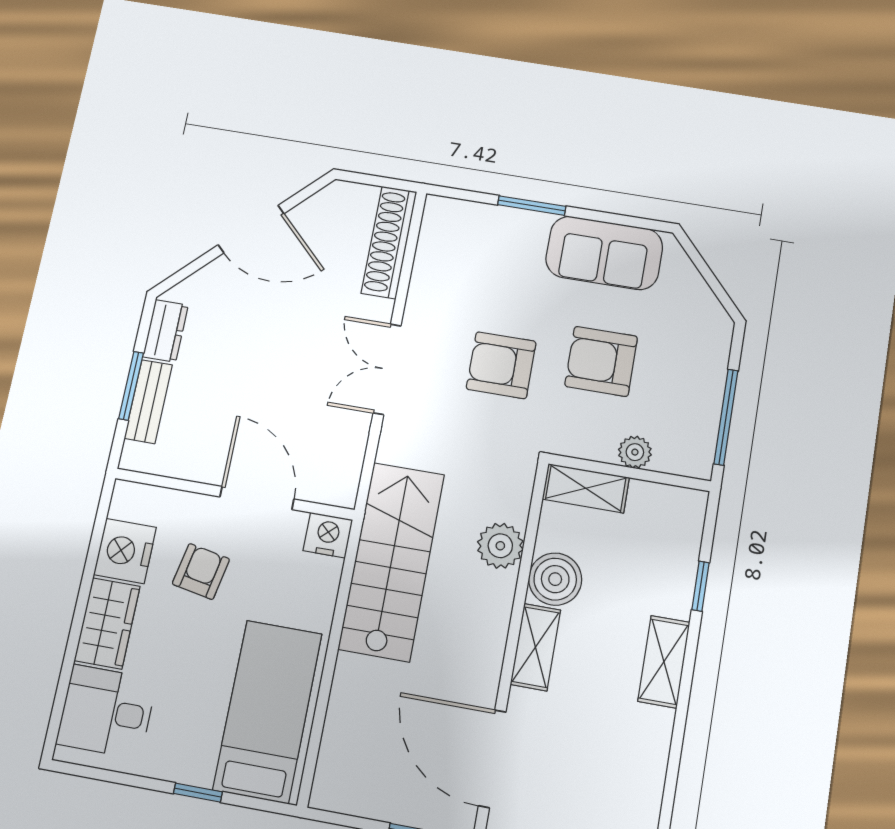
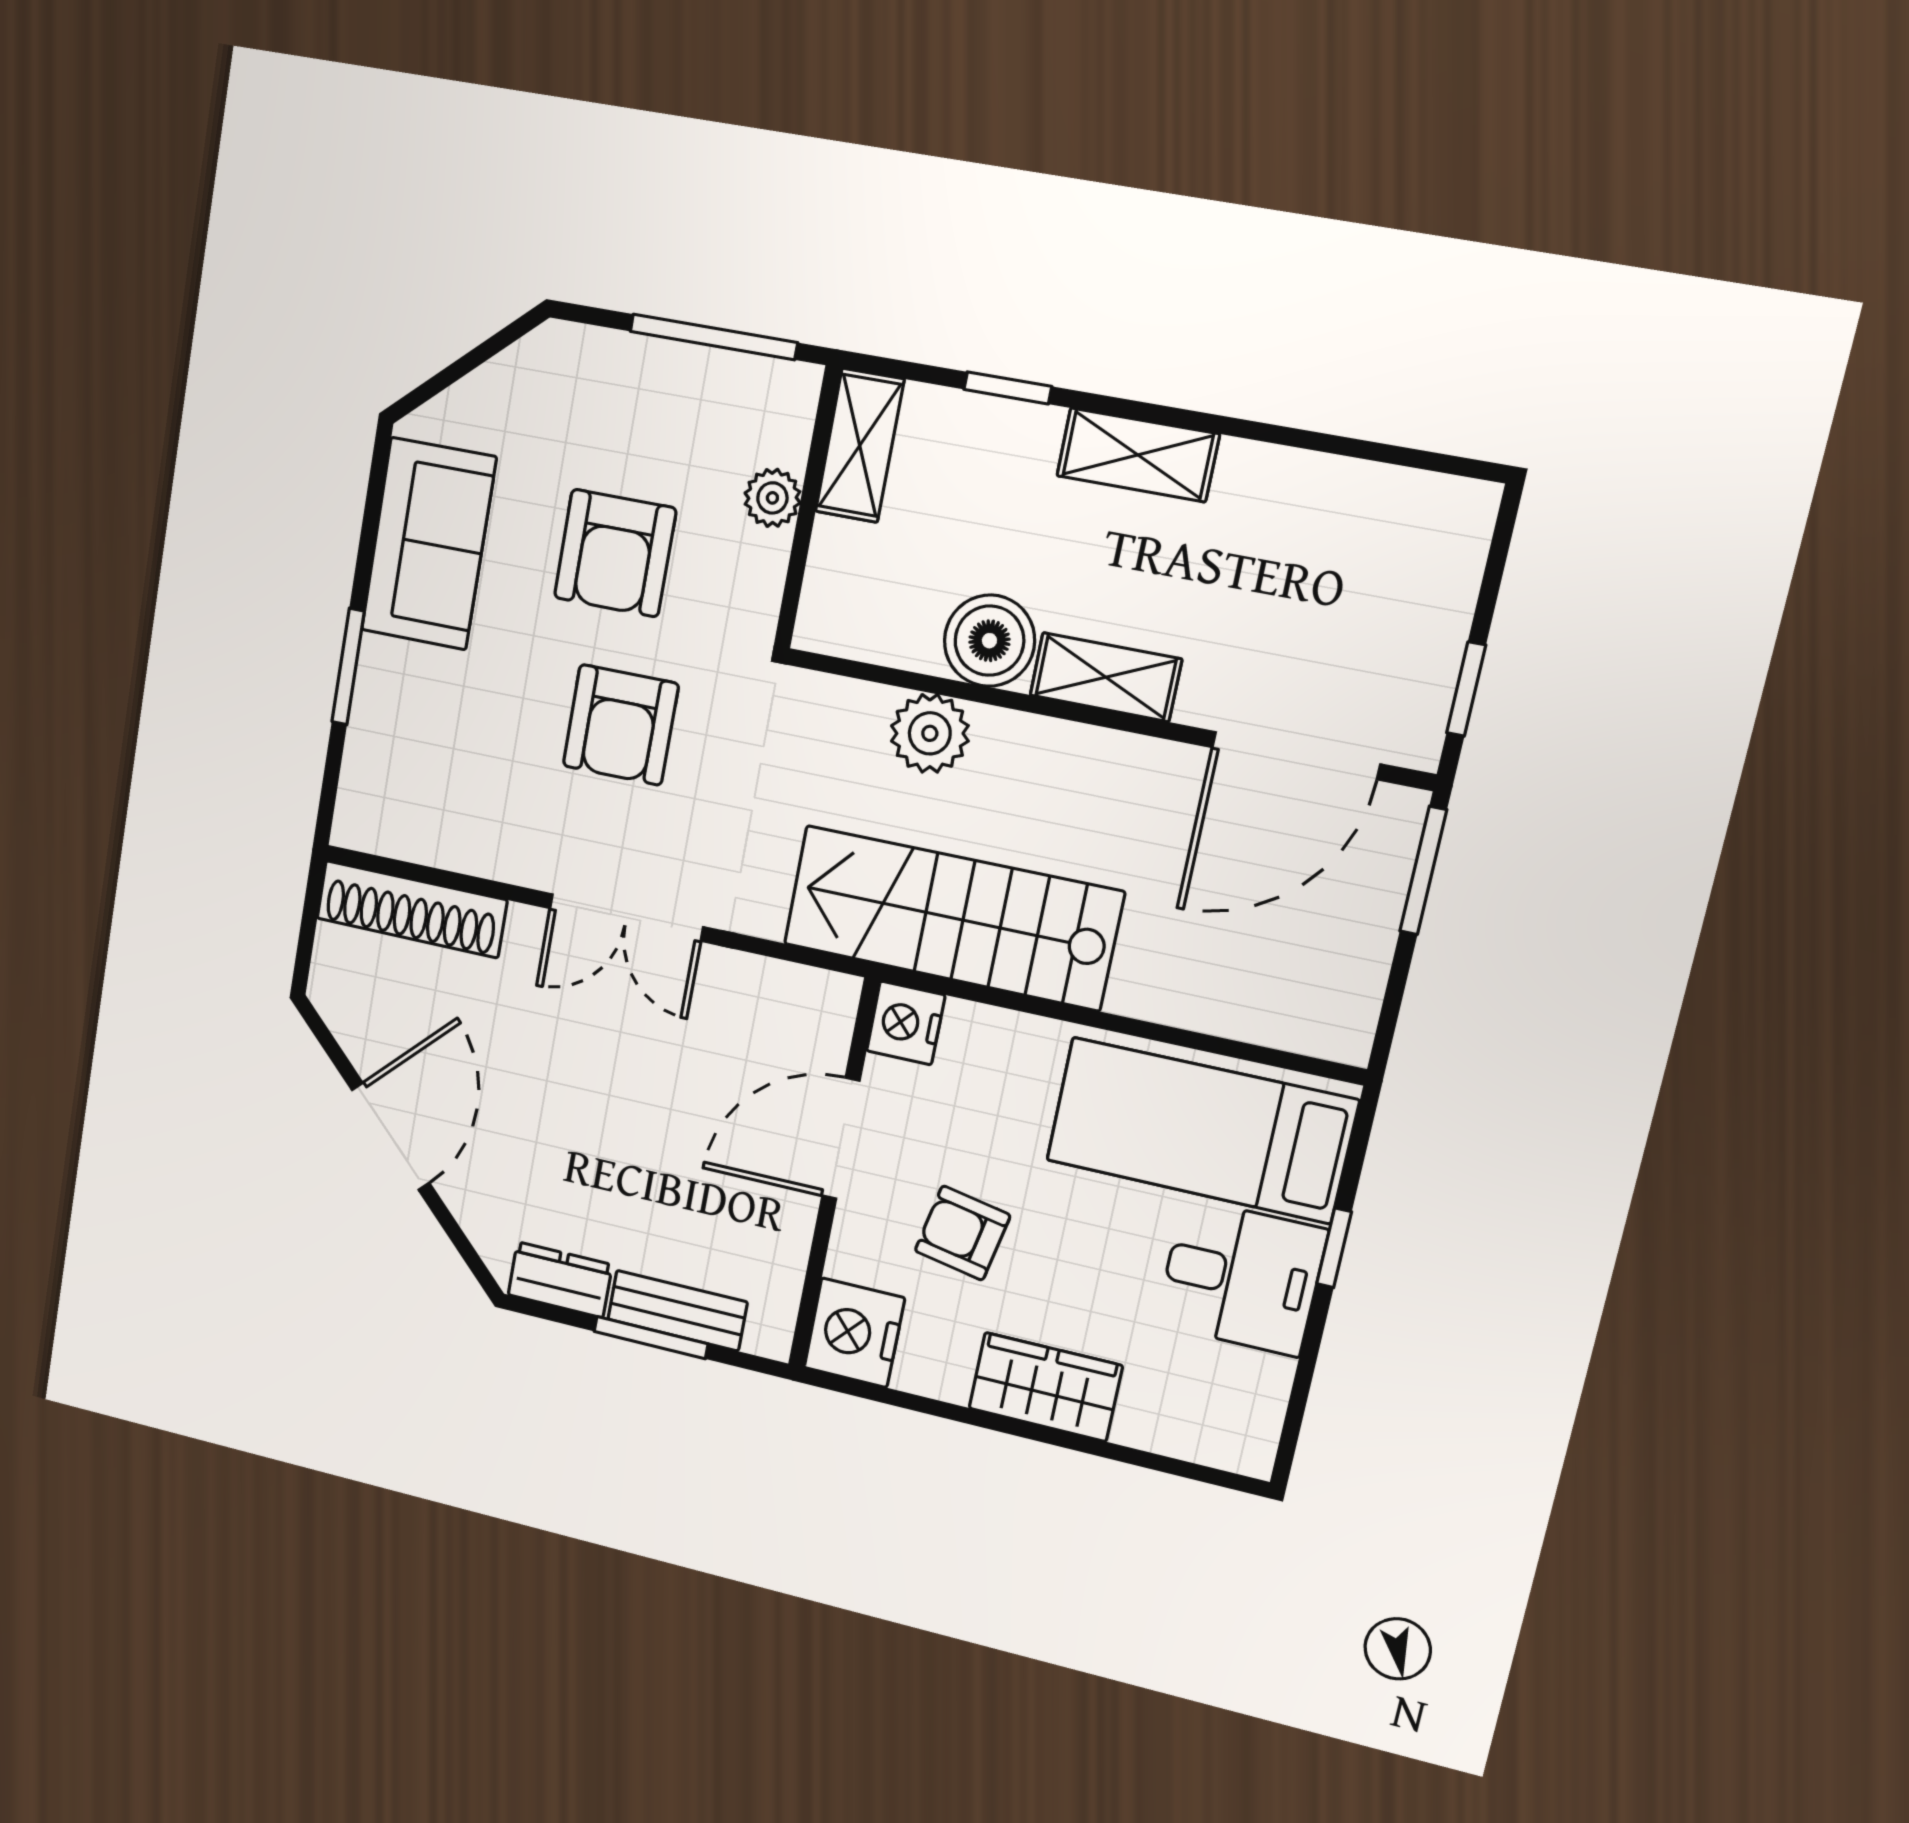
shelving: (586, 488) -> (860, 445), moved
nightstand: (125, 551) -> (854, 1333), moved, turned 90
desk: (106, 712) -> (1241, 1277), moved, turned -90

